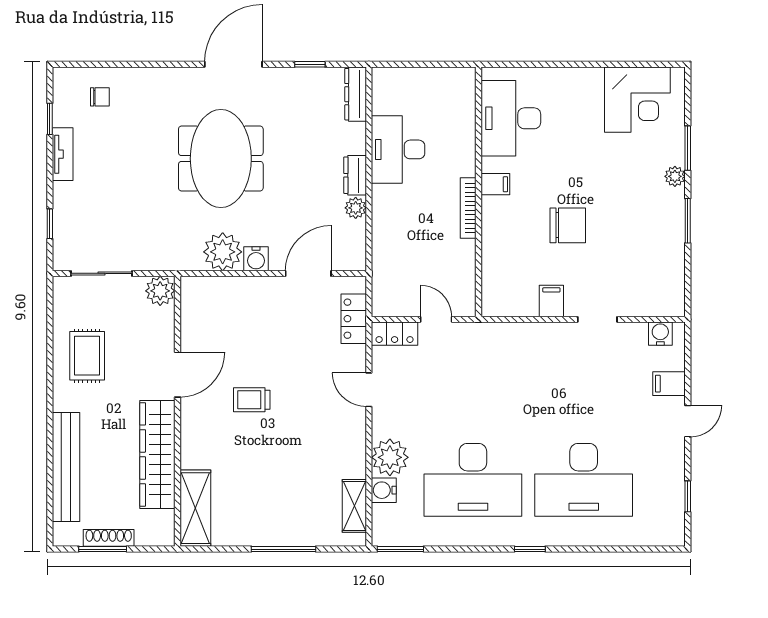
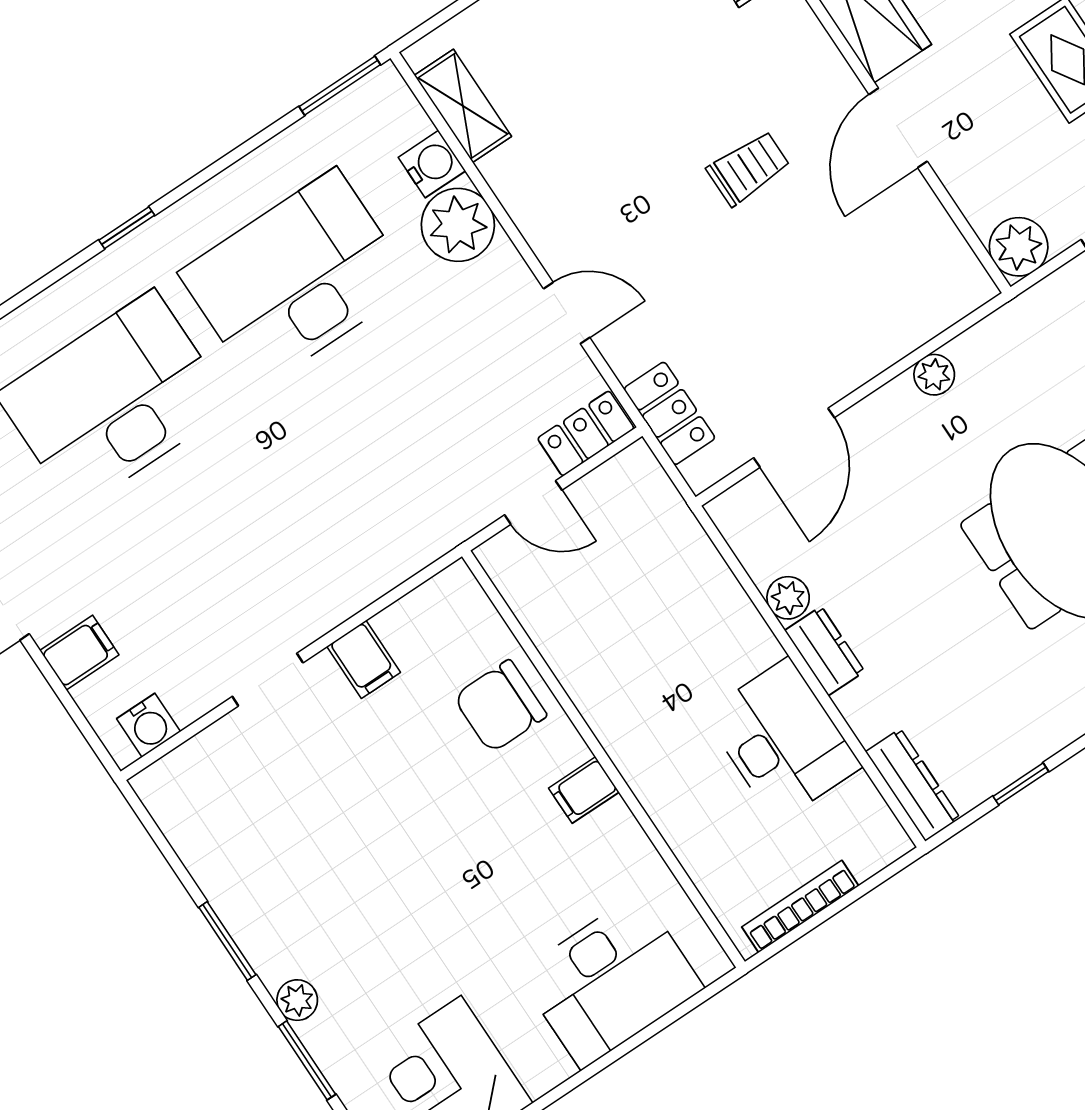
desk: (511, 118) -> (611, 981), moved, turned 90
bookcase: (468, 208) -> (800, 906), moved, turned -90
chair: (568, 225) -> (500, 706), moved
plant: (223, 252) -> (934, 375), width x0.53, depth x0.53
water cooler: (256, 259) -> (896, 405), removed

